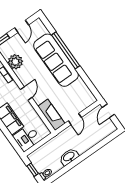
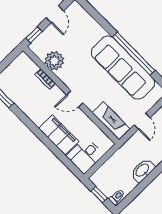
window: (66, 50) -> (134, 54), moved
sofa: (56, 60) -> (123, 68), moved
door: (26, 93) -> (75, 99), swing flipped

